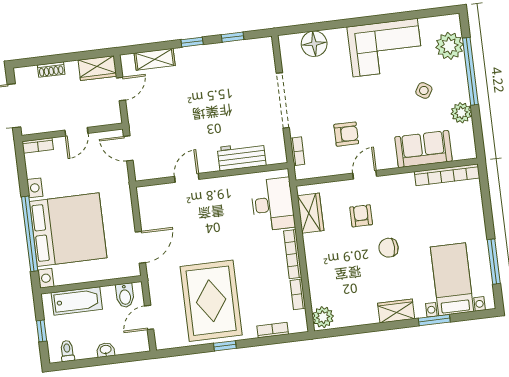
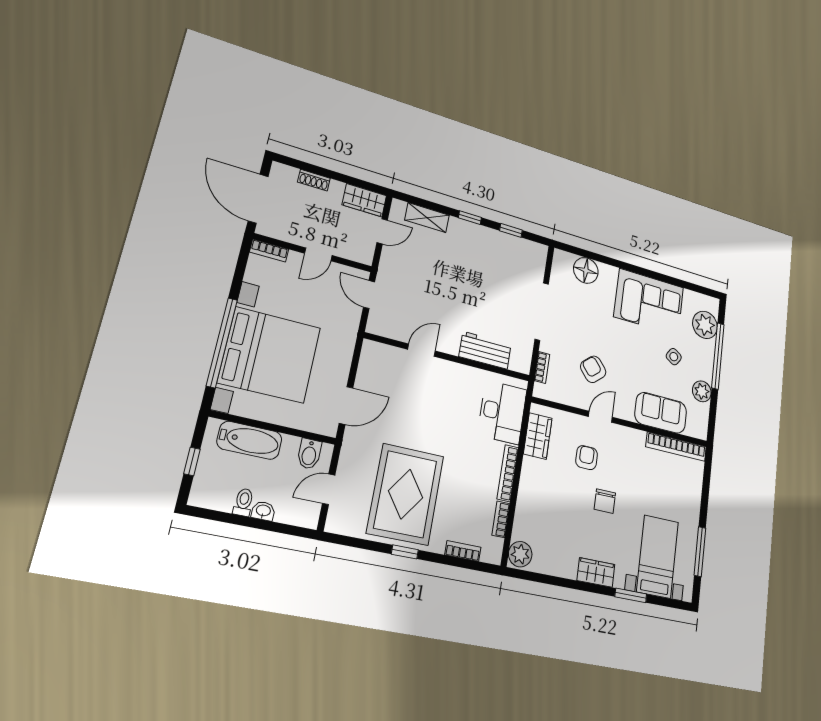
armchair: (346, 134) -> (593, 369), turned -131
chair: (389, 248) -> (605, 501), turned -90
toilet: (67, 351) -> (244, 502), moved

